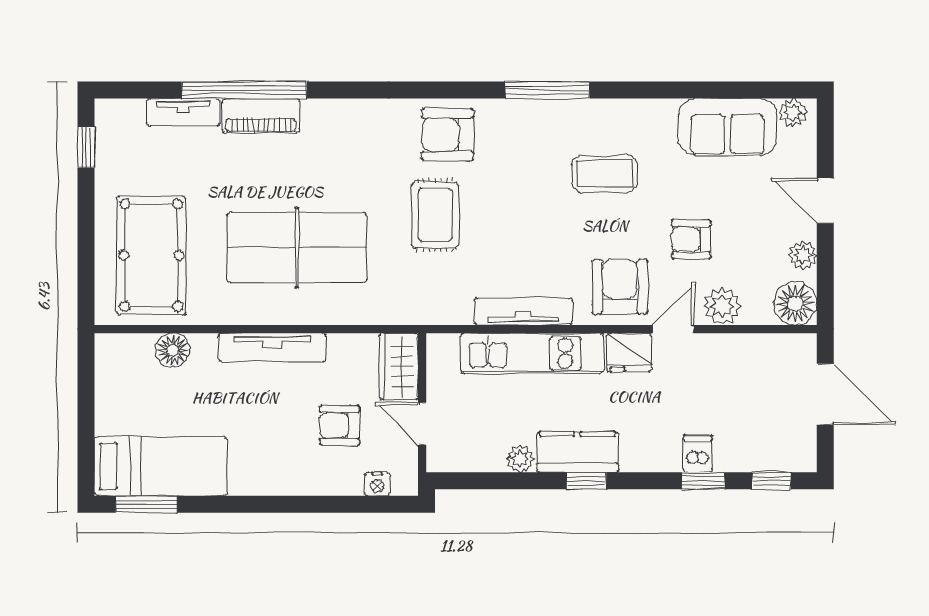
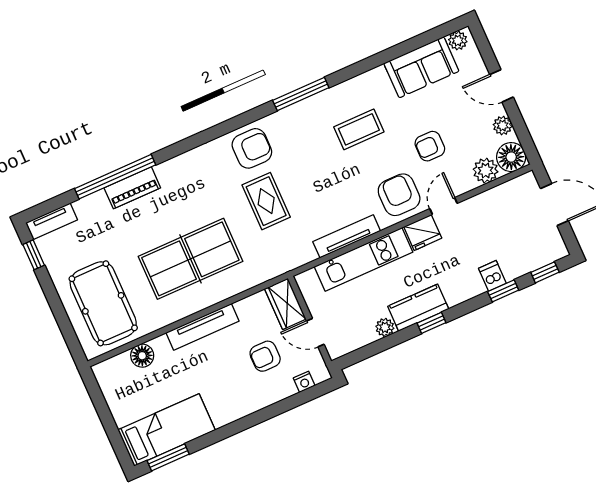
tv unit: (183, 112) -> (52, 221), moved
armchair: (448, 134) -> (252, 148), turned 180
plant: (722, 306) -> (486, 171), moved

